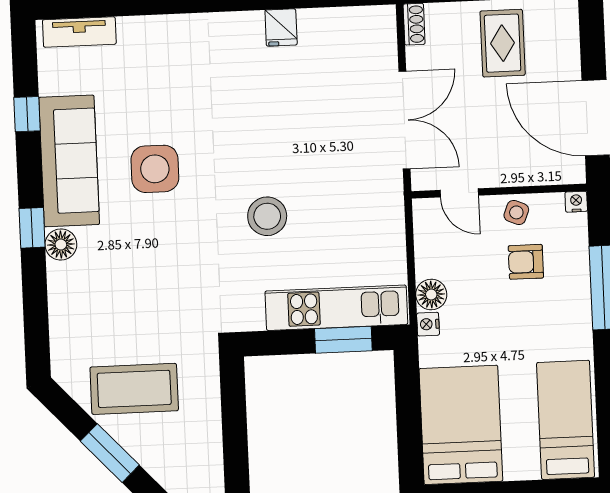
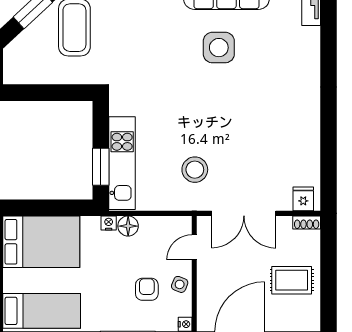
fridge: (281, 28) -> (303, 199), moved, turned 90
stool: (267, 216) -> (195, 170), moved

